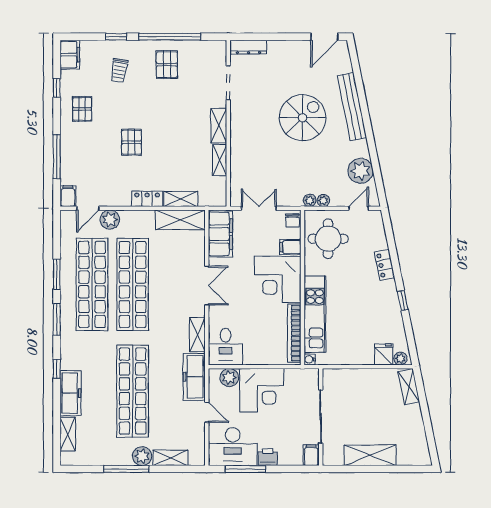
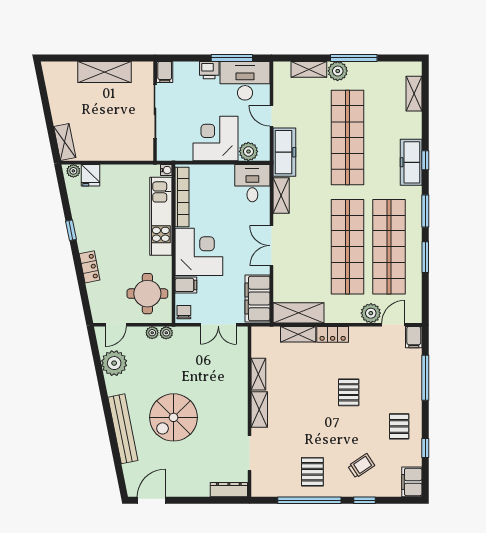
trolley: (119, 70) -> (361, 466), turned 47
freezer: (70, 393) -> (411, 162), moved

